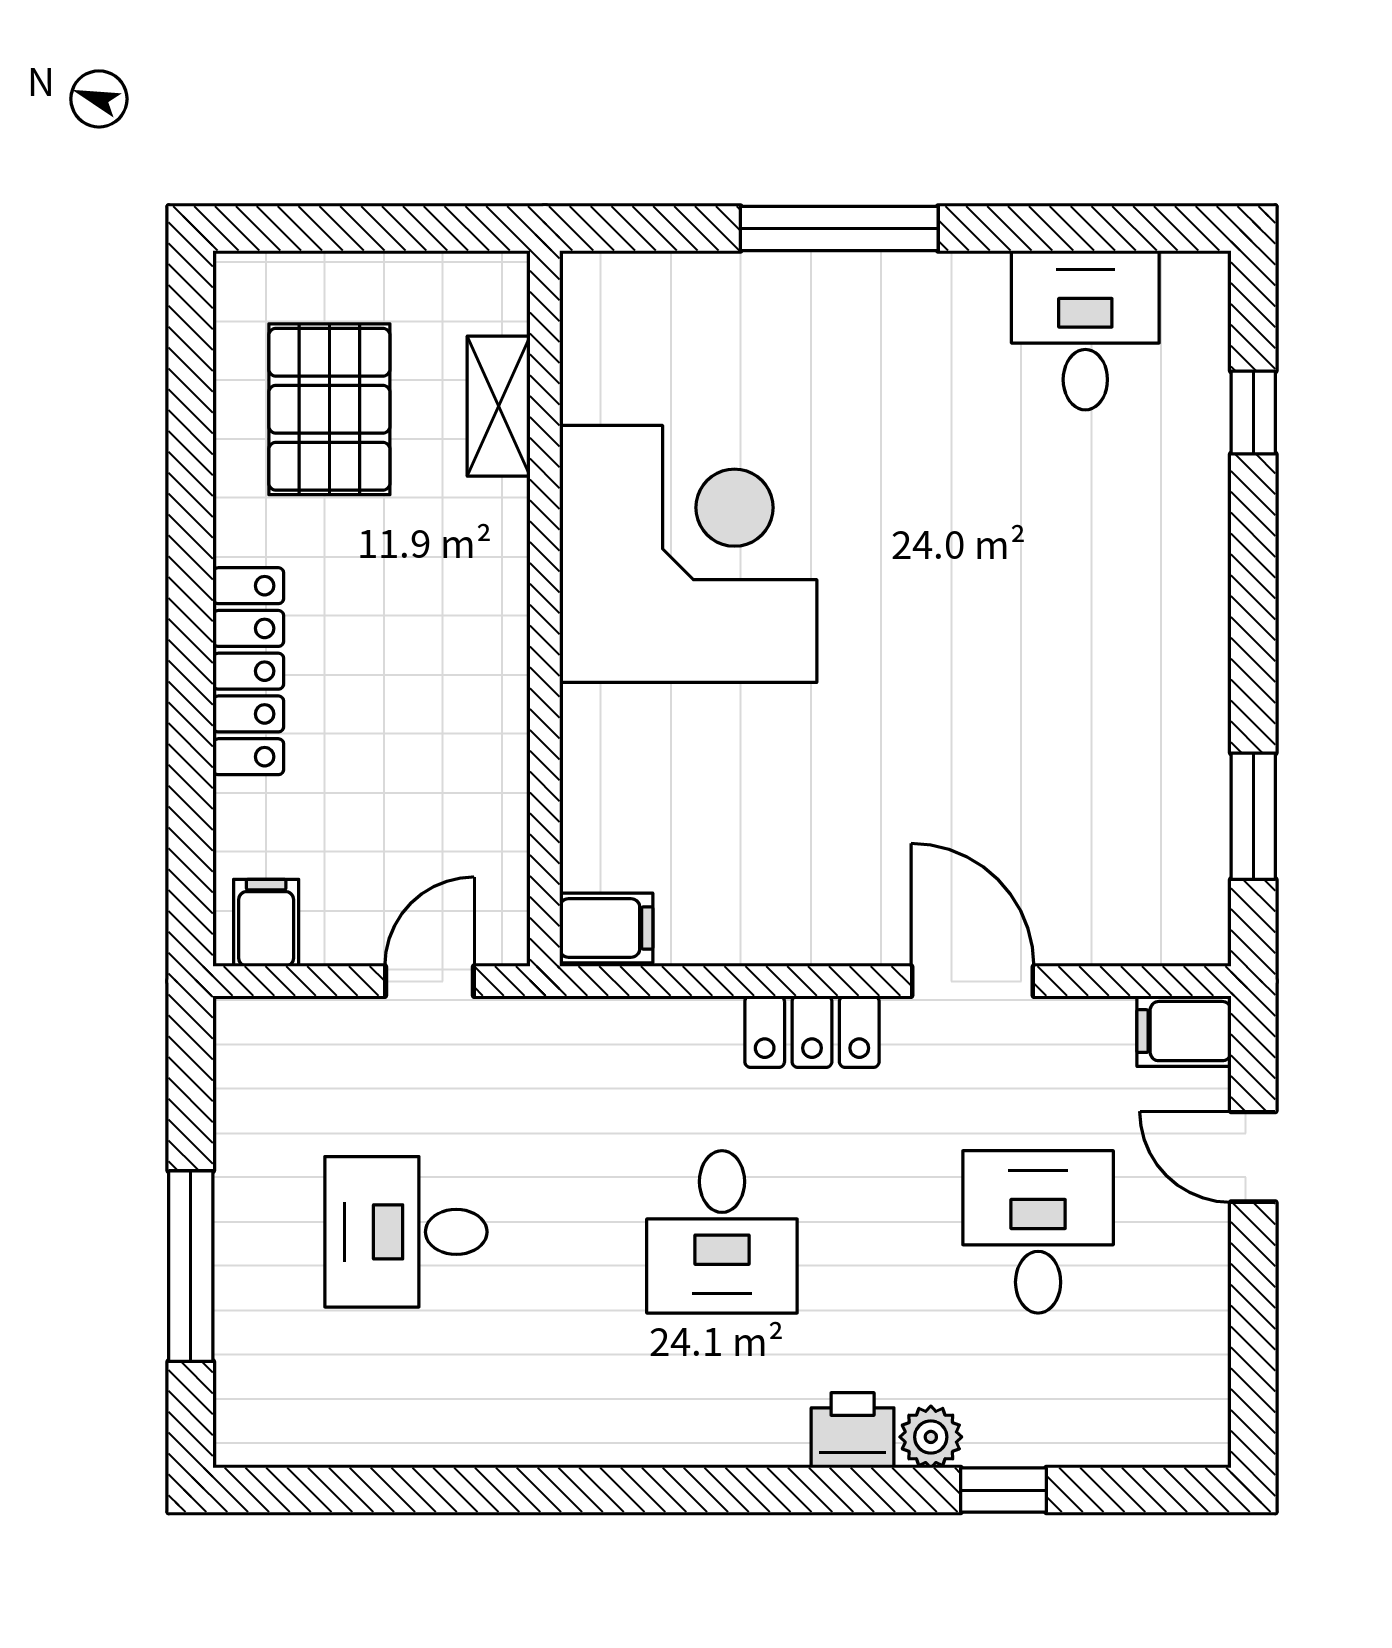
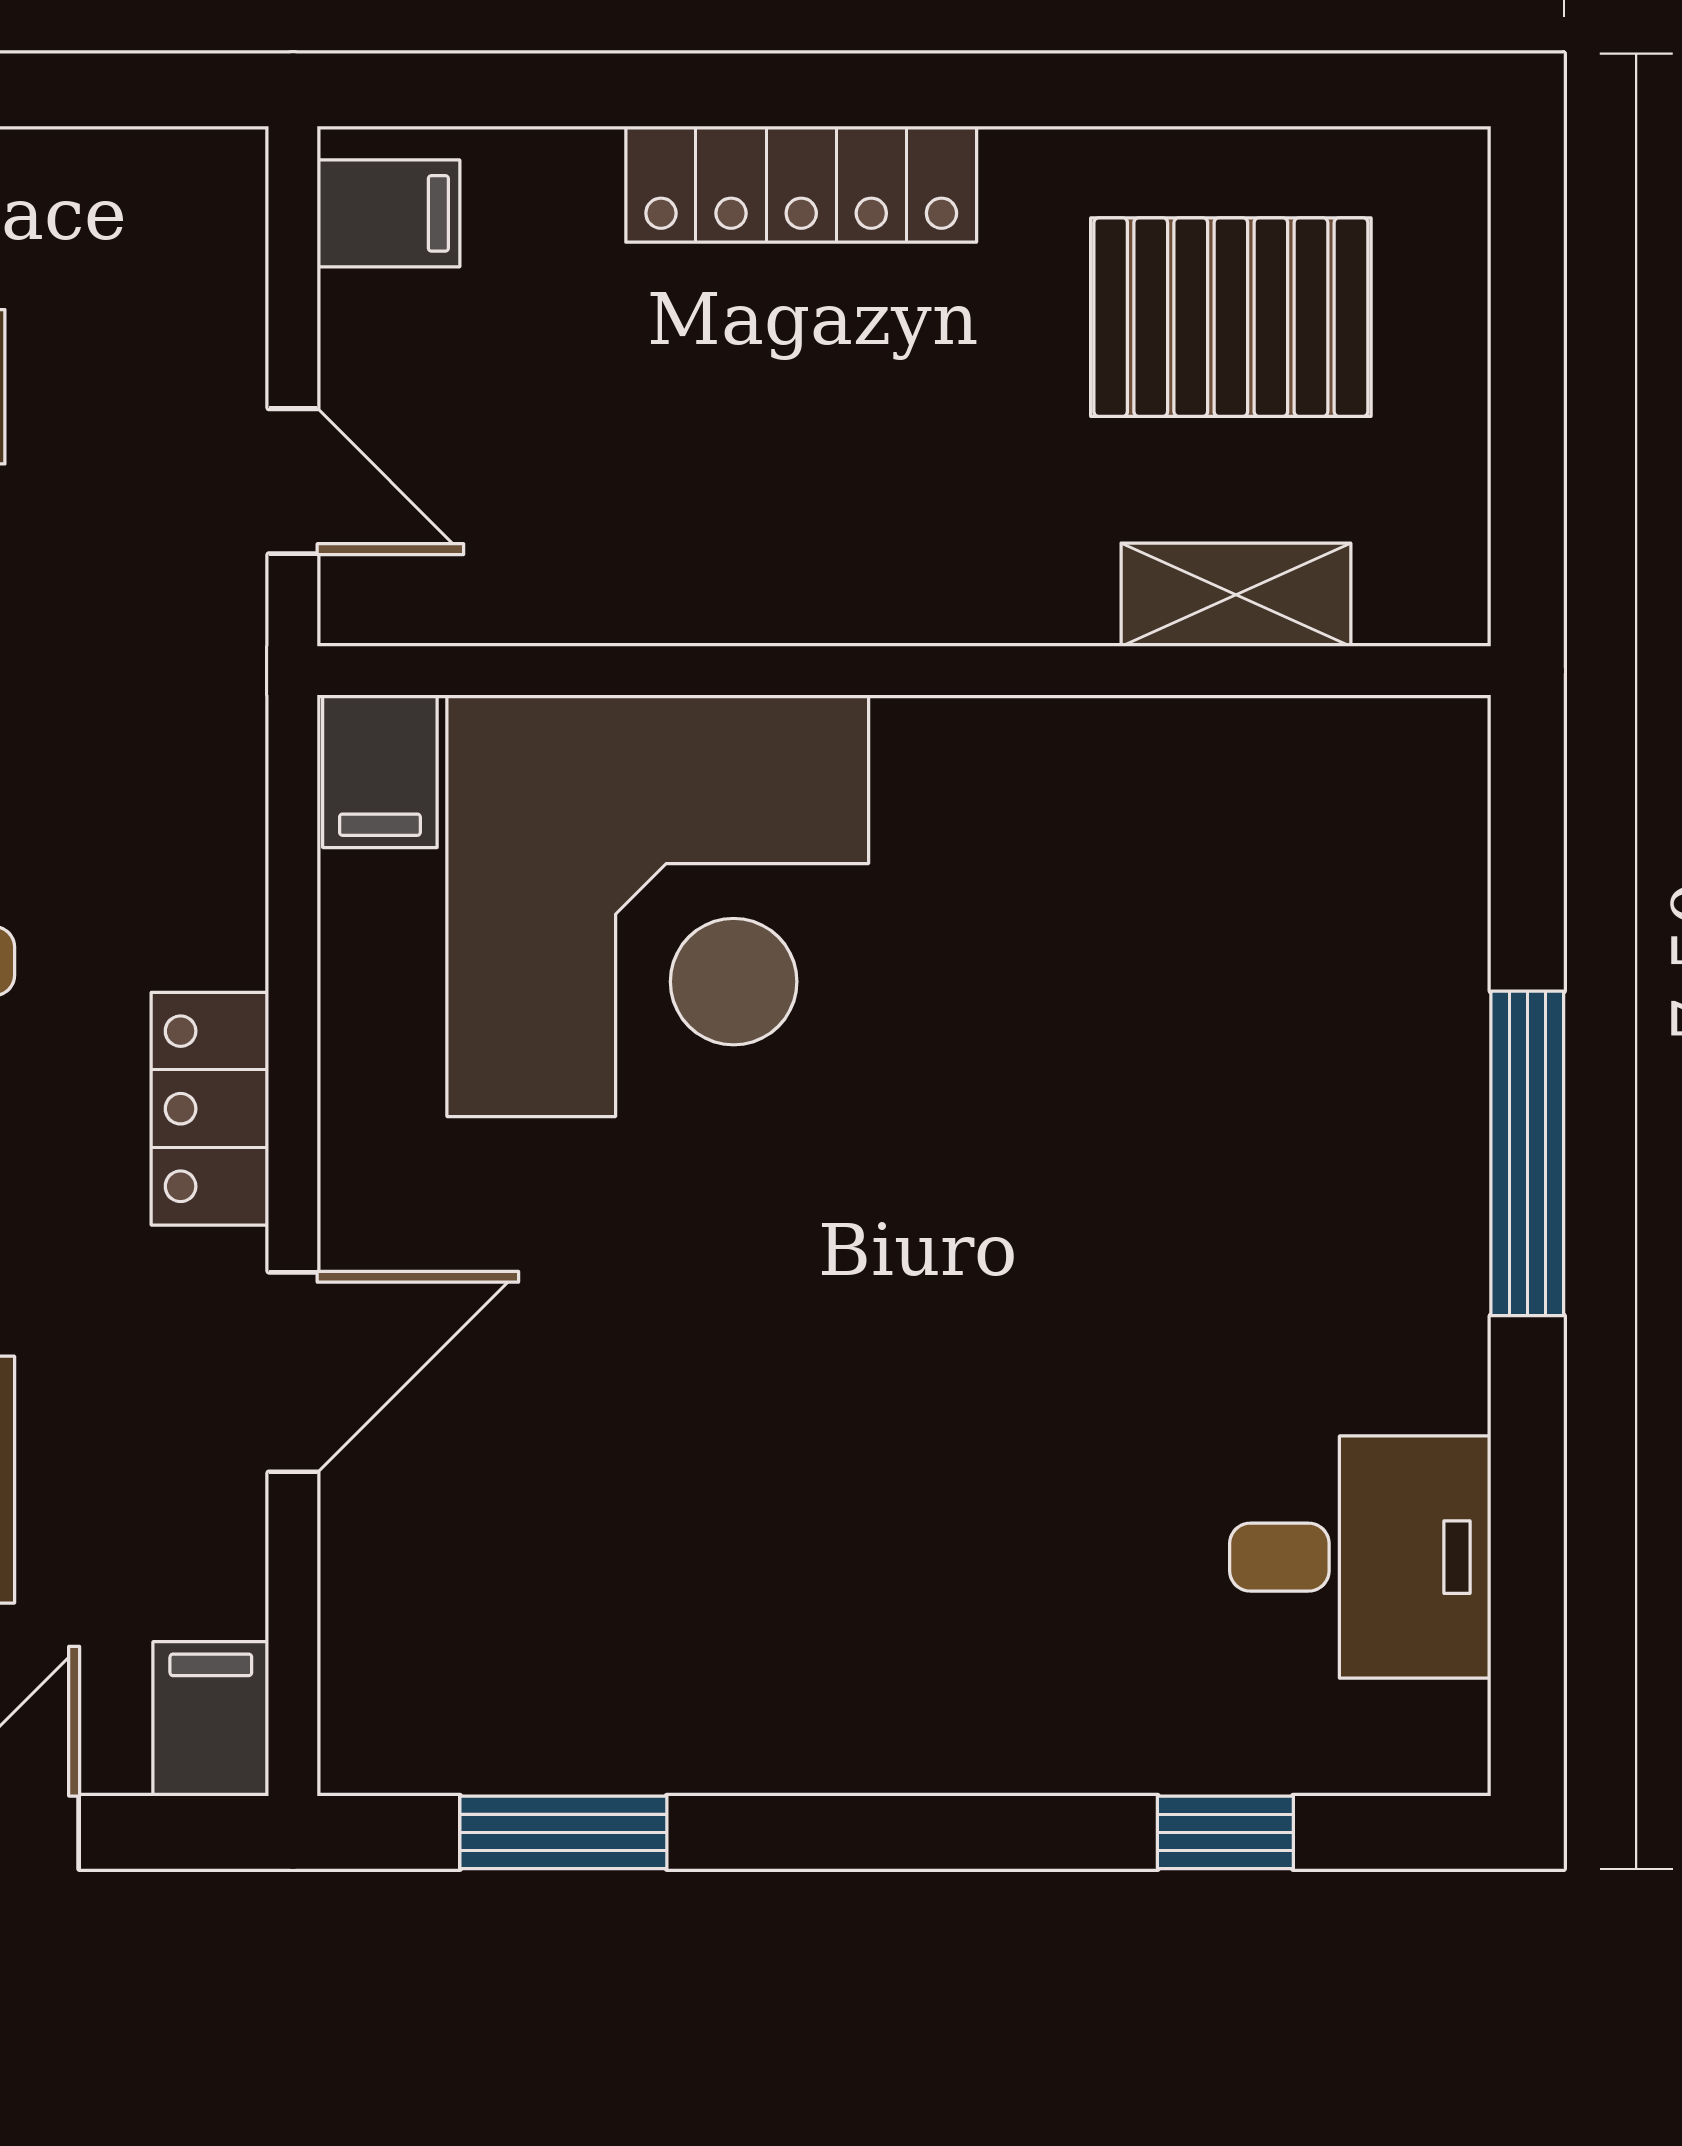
corner desk: (688, 554) -> (658, 906), moved

